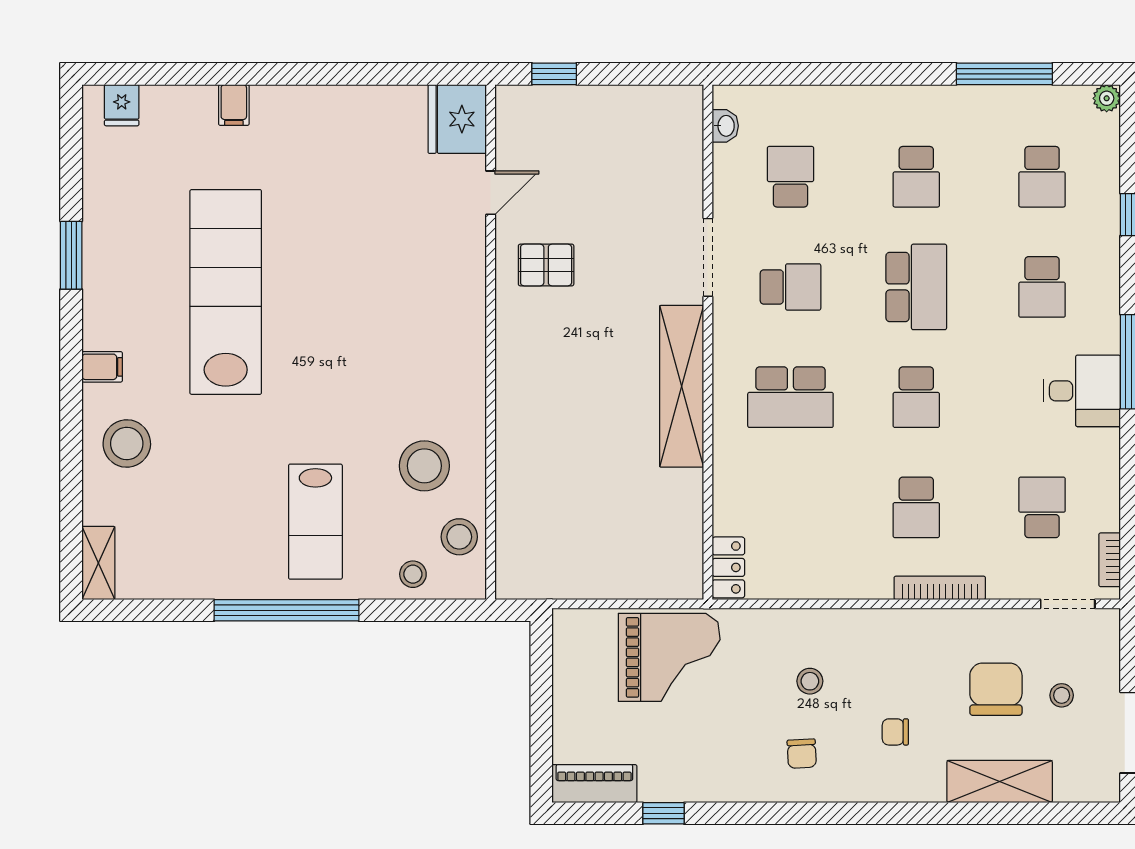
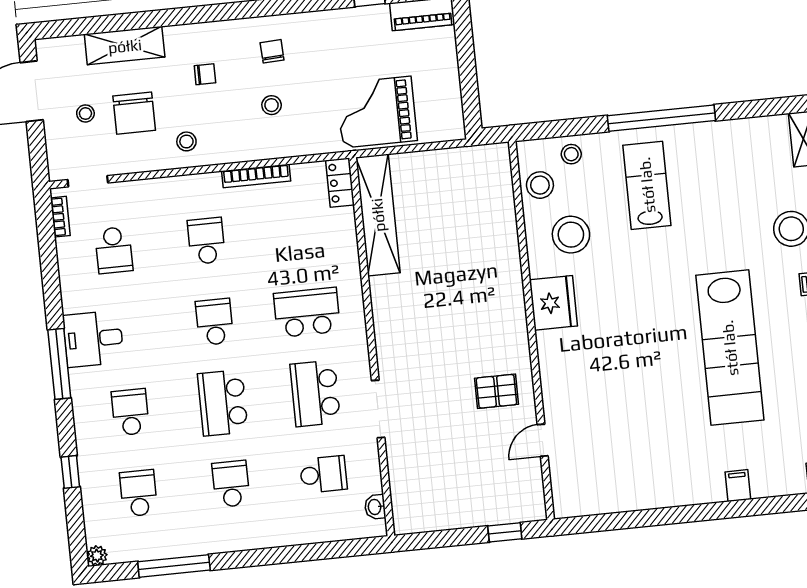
fridge: (457, 119) -> (553, 303), moved
school desk: (790, 177) -> (323, 474), turned -90
school desk: (790, 287) -> (315, 393), width x1.85
shelving: (682, 386) -> (378, 215), moved
bookcase: (940, 588) -> (256, 176), moved
stool: (929, 644) -> (186, 141), added

